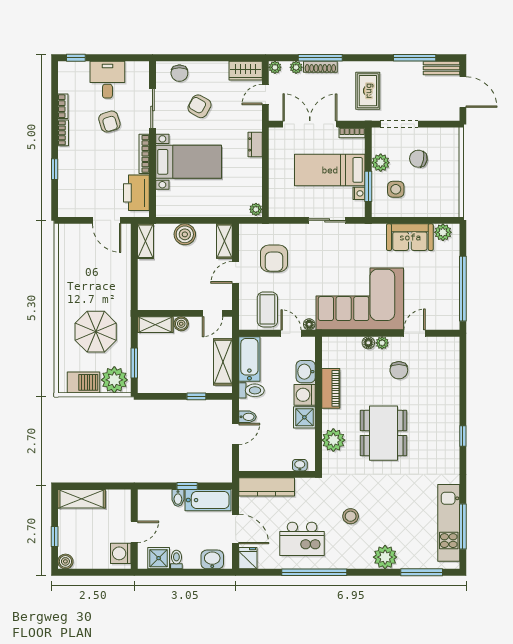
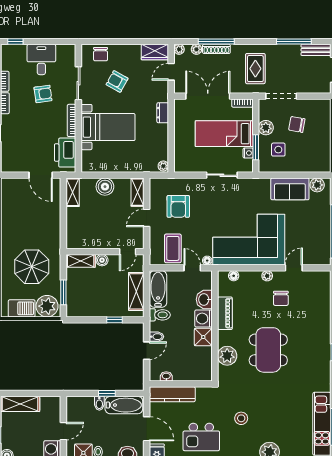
armchair: (109, 122) -> (43, 94), turned -81
floor lamp: (368, 343) -> (234, 276), moved
washbasin: (300, 465) -> (166, 376), moved

